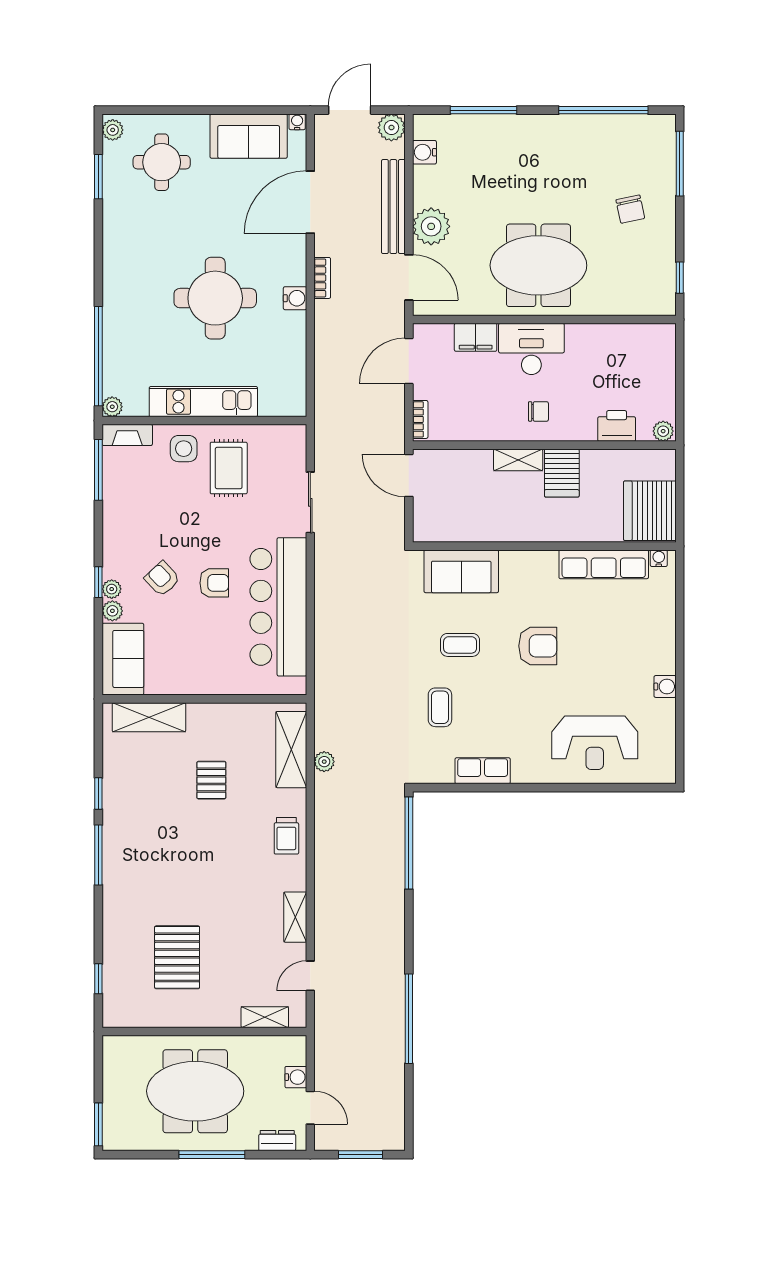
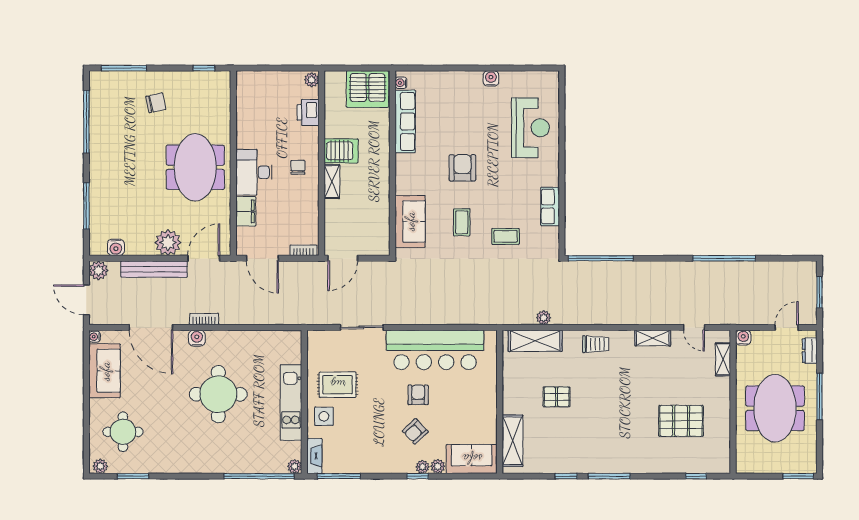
water cooler: (295, 298) -> (197, 338), moved
water cooler: (296, 1077) -> (743, 338), moved

